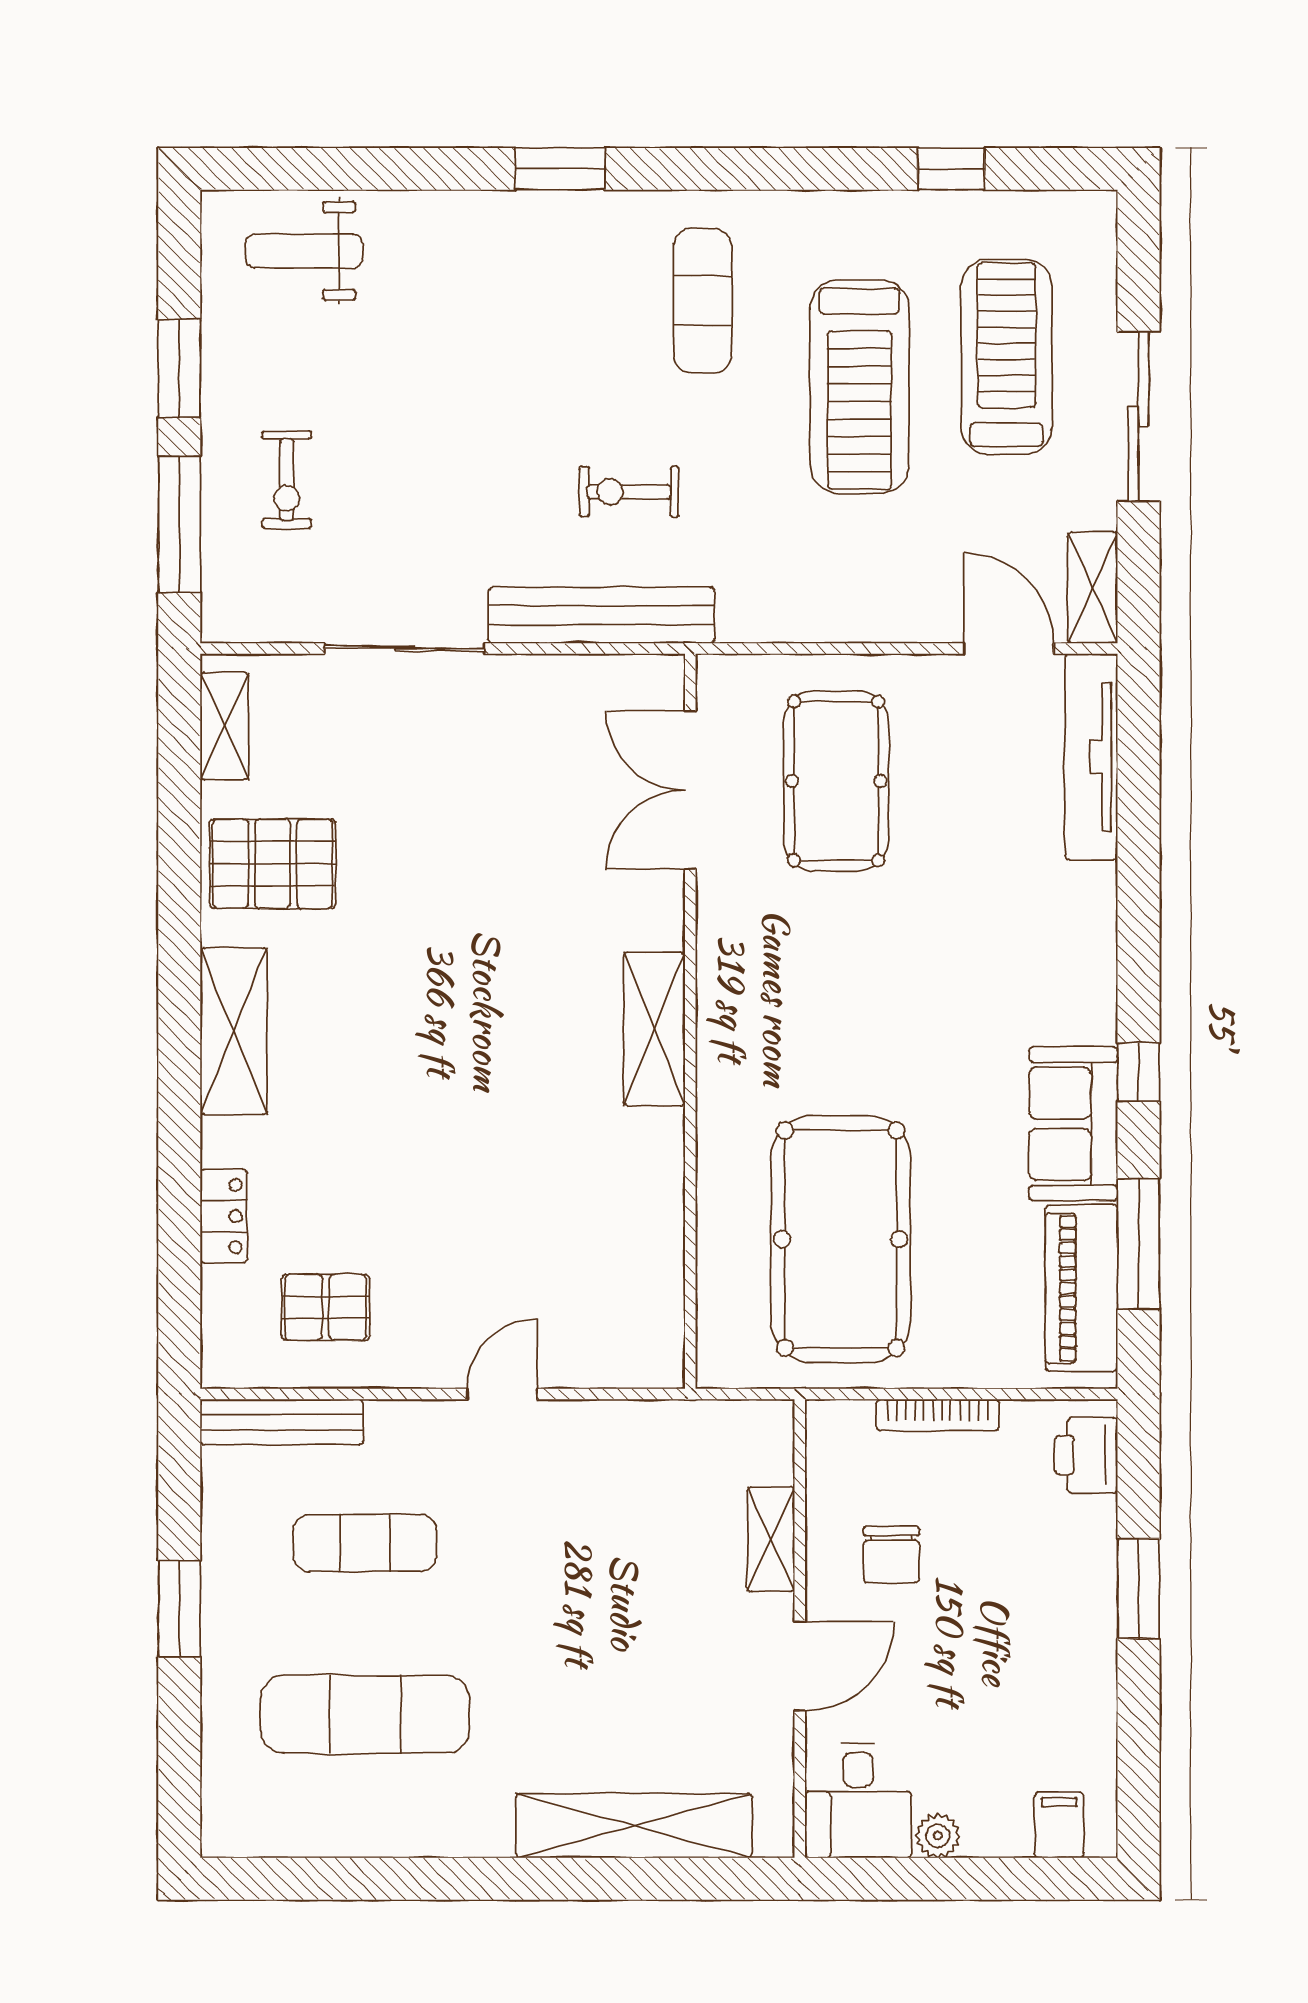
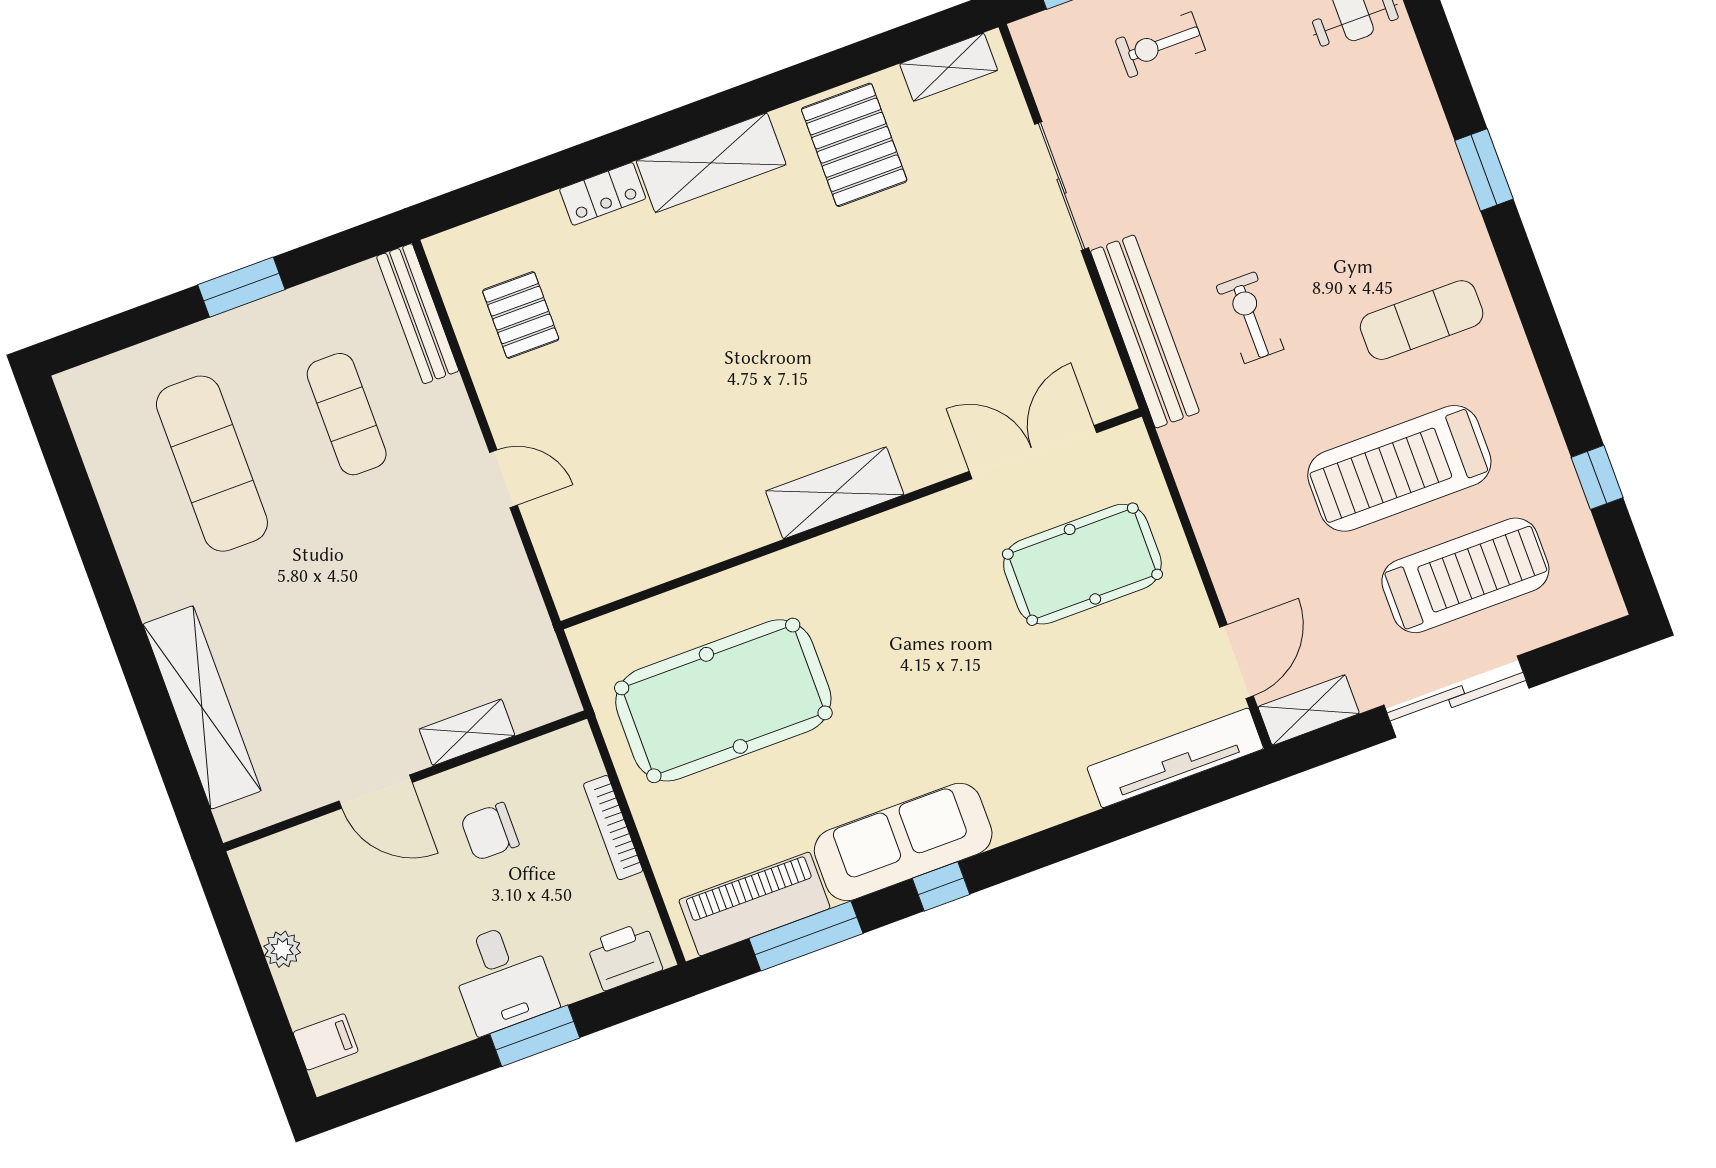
sofa: (1073, 1124) -> (903, 842), width x1.36
locker: (224, 1216) -> (603, 194), moved
desk: (858, 1801) -> (503, 978), moved, turned -90

